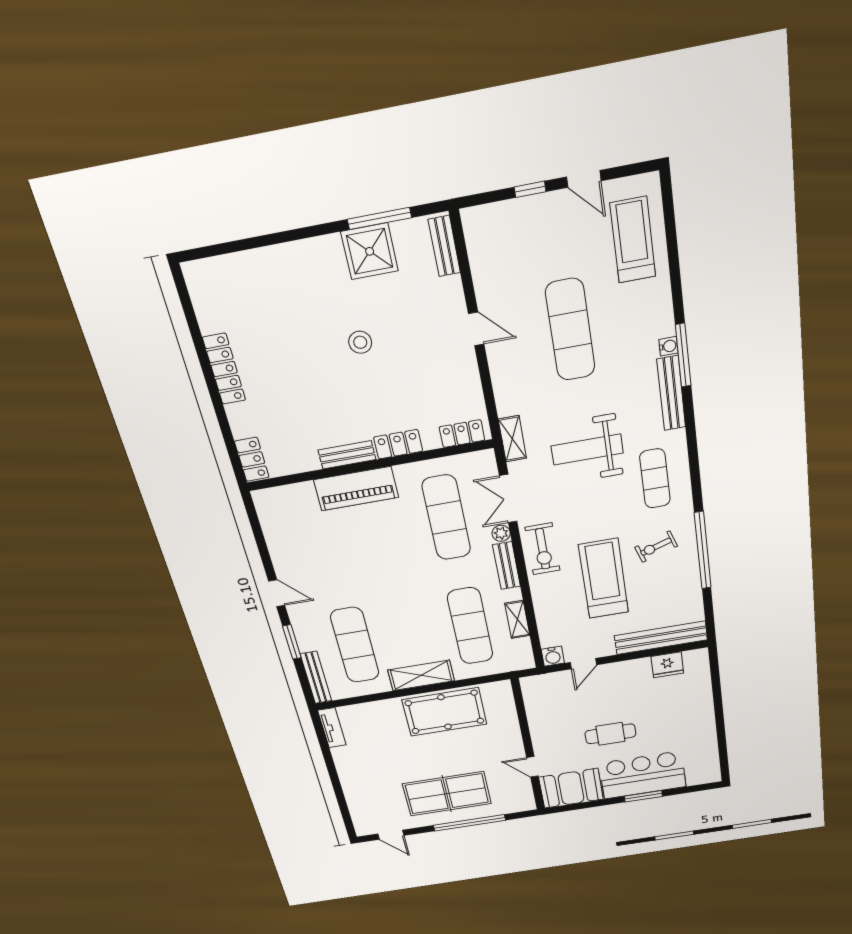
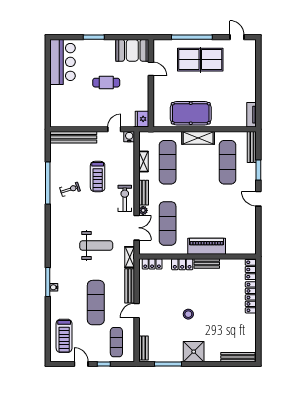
shower: (370, 251) -> (194, 352), moved
bench: (224, 266) -> (238, 357), added
door: (476, 329) -> (137, 311), hinge flipped
locker: (224, 369) -> (251, 297), moved
bench: (671, 393) -> (130, 286), moved
exercise mat: (655, 479) -> (116, 342), moved
treadmill: (604, 579) -> (98, 177), width x0.73, depth x0.73
fridge: (667, 665) -> (142, 119), moved, turned -90
bar counter: (643, 775) -> (63, 62), moved, turned -90

